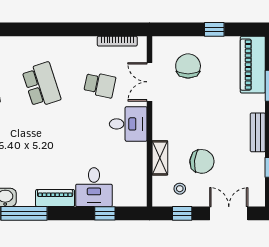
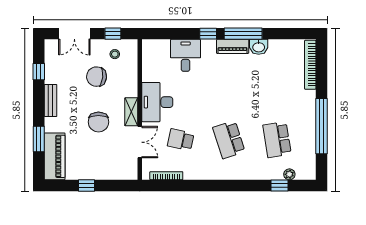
chair: (188, 66) -> (98, 122), moved
desk: (128, 124) -> (157, 102), width x1.37
shelving: (160, 158) -> (131, 112), moved
piano: (55, 198) -> (233, 46), moved
window: (105, 213) -> (208, 34), moved

